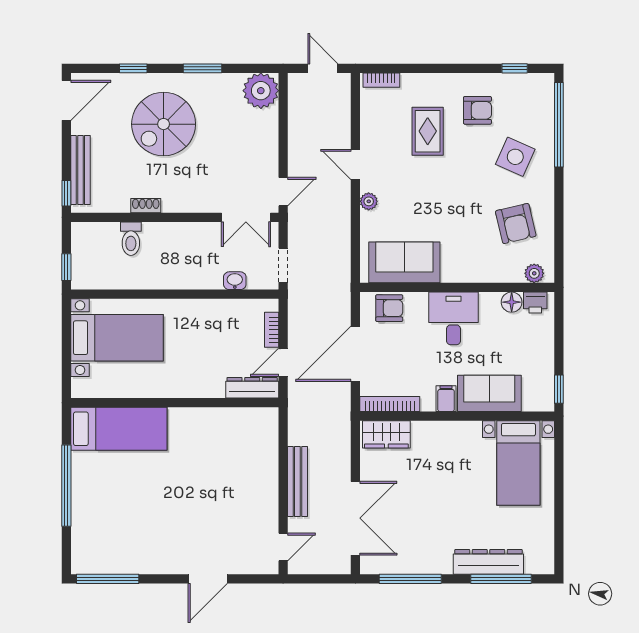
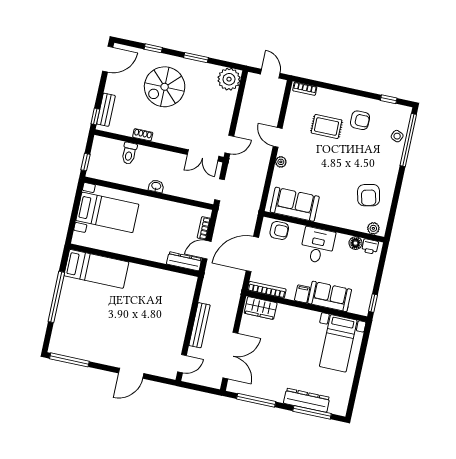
rug: (428, 131) -> (327, 126), turned 90
side table: (515, 157) -> (397, 136), moved, width x0.54, depth x0.54
bench: (80, 170) -> (106, 110), width x0.73
washbasin: (235, 281) -> (156, 186), moved

